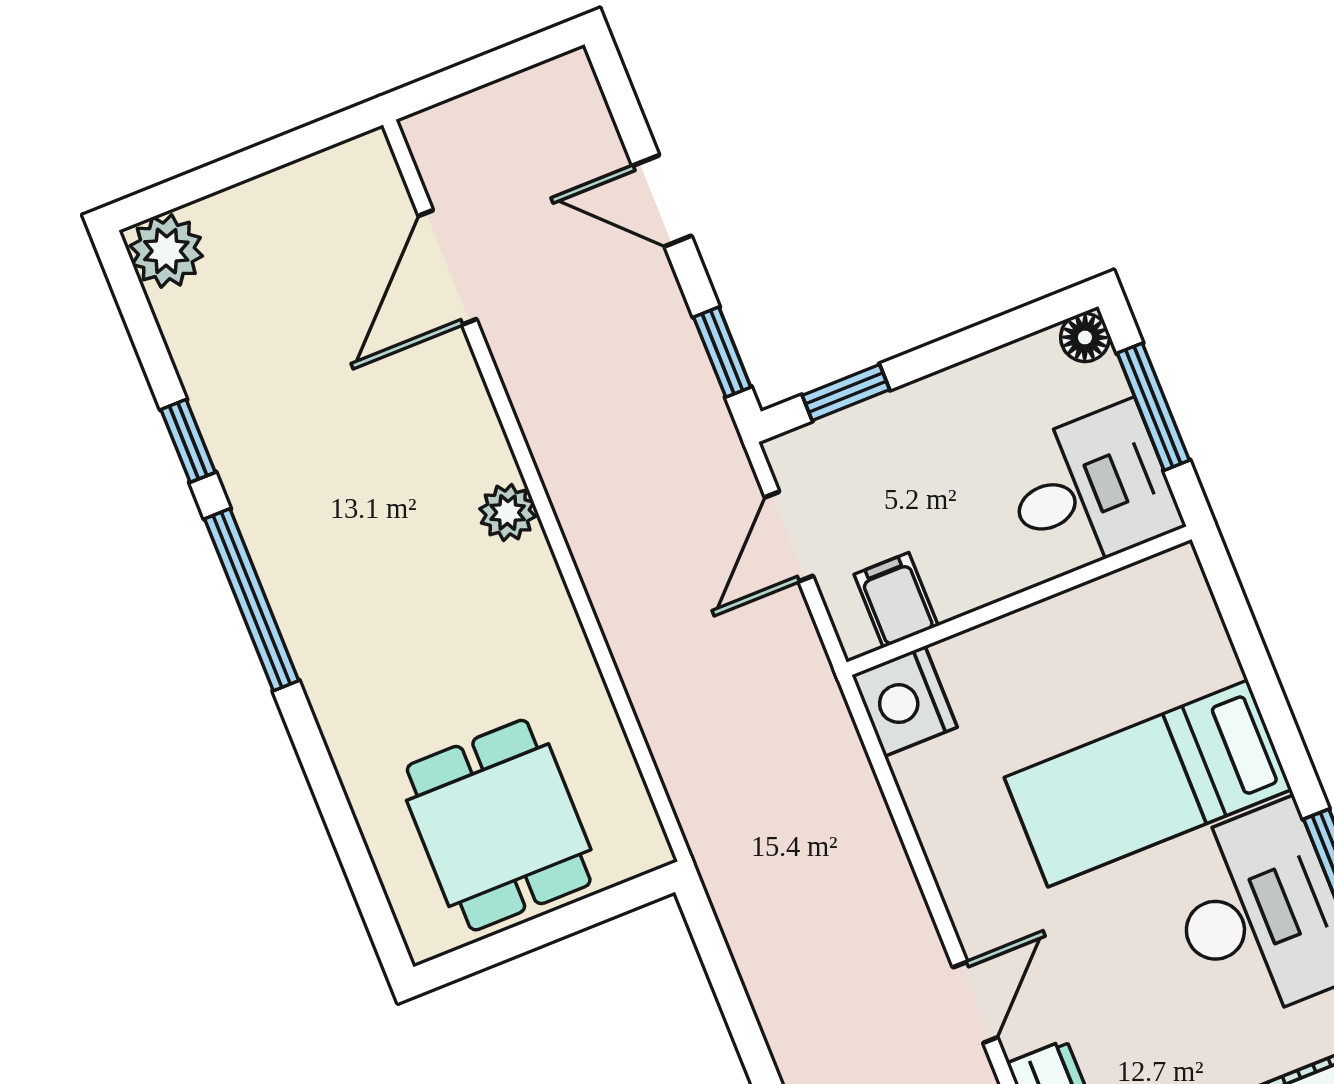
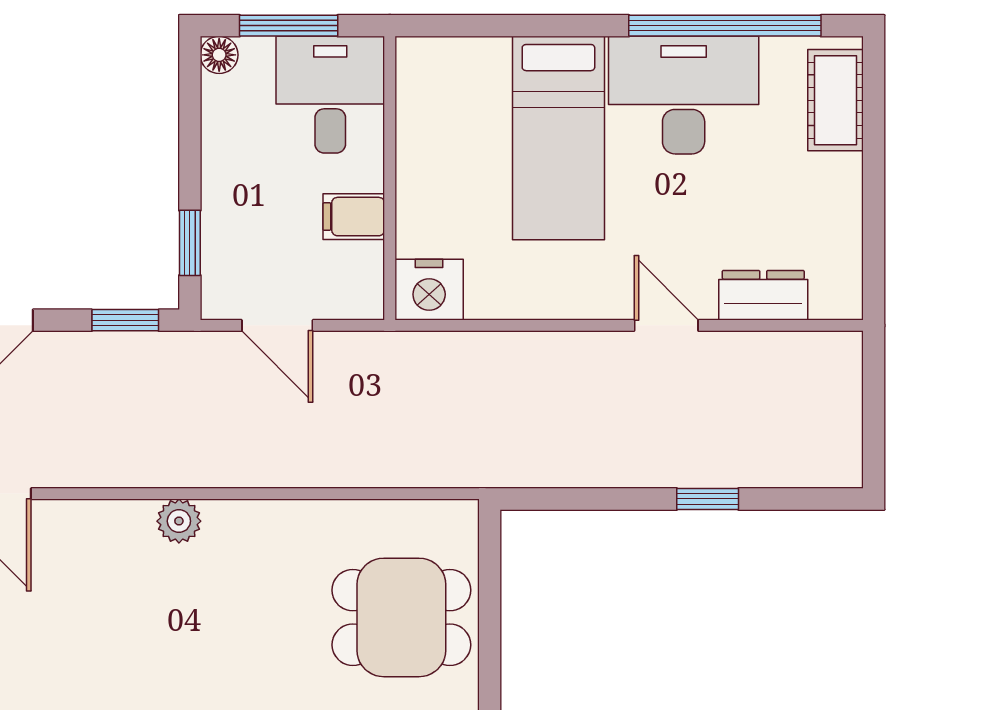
filing cabinet: (896, 600) -> (354, 217), moved

